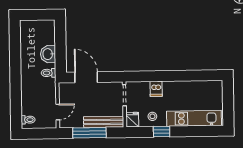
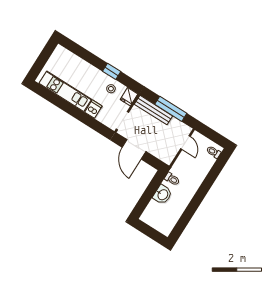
door: (86, 77) -> (134, 149), moved
door: (58, 112) -> (185, 143), swing flipped
kitchen unit: (194, 118) -> (65, 91), moved, turned 180

